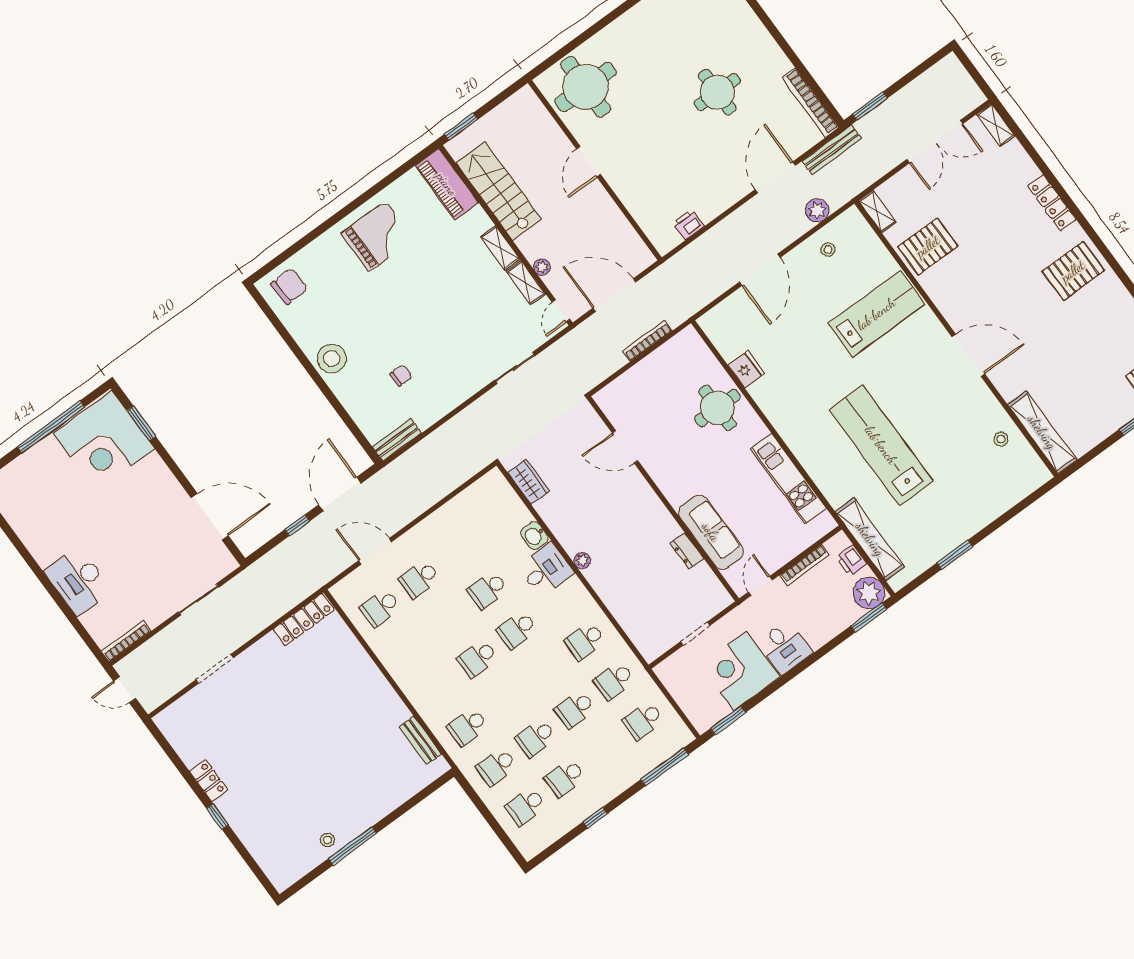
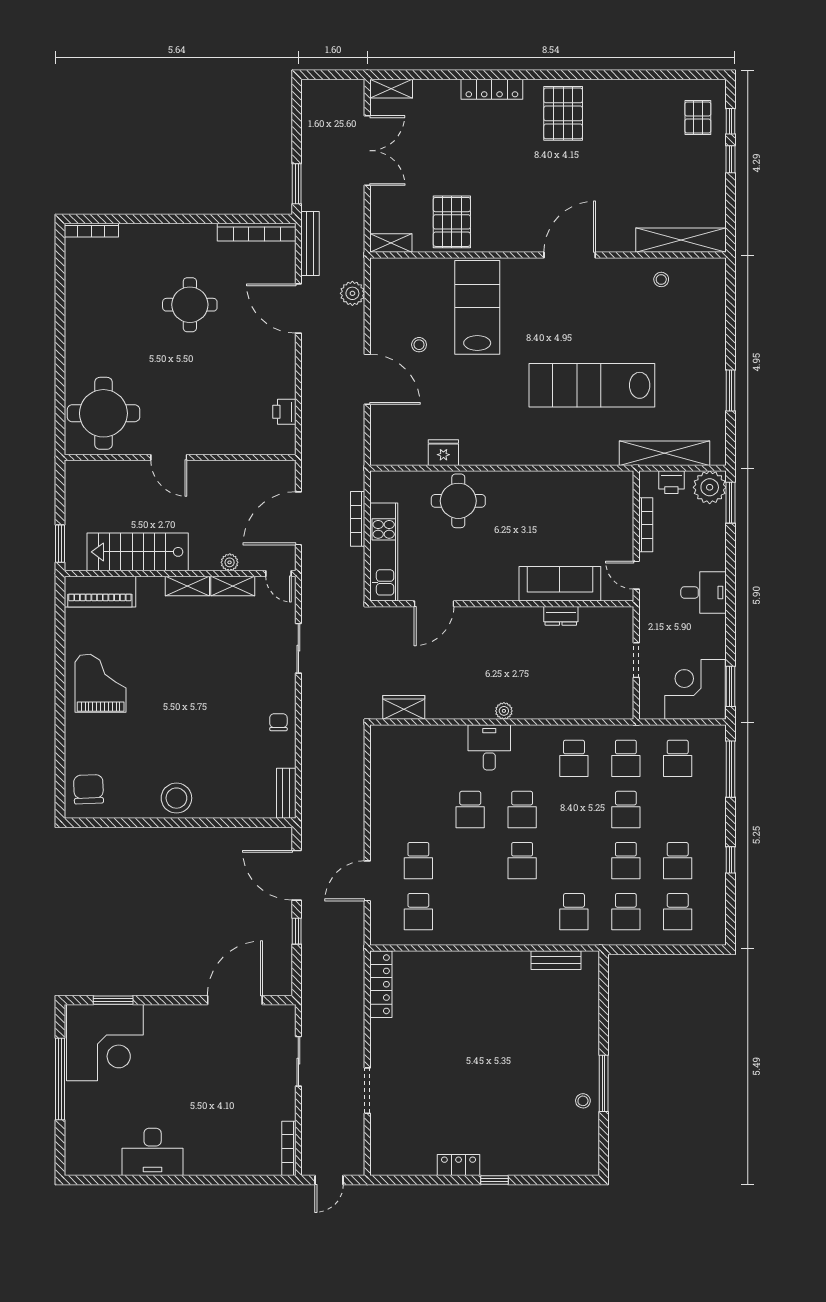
stool: (828, 249) -> (419, 345), moved
chair: (401, 376) -> (278, 722), moved
kitchen unit: (789, 479) -> (384, 552), moved, turned -90
washbasin: (534, 536) -> (453, 736), removed
desk: (78, 581) -> (153, 1152), moved
corner desk: (740, 671) -> (695, 689), moved, turned 90

